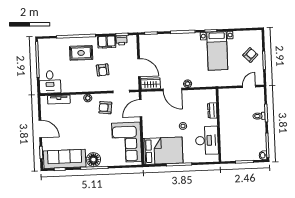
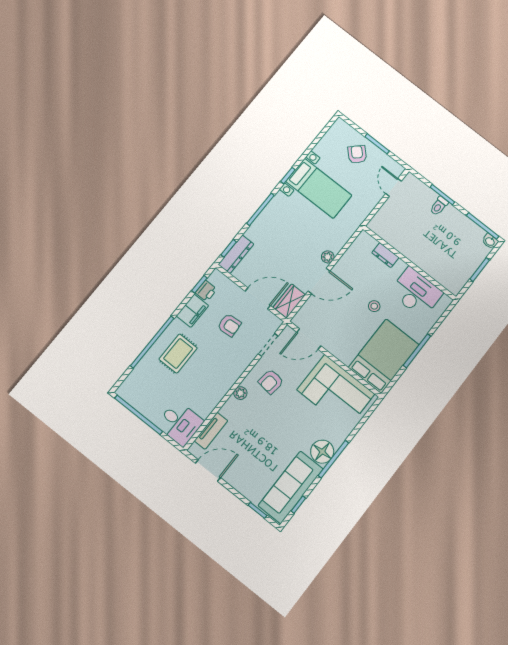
dresser: (151, 39) -> (236, 254), added
armchair: (103, 70) -> (229, 325), moved
door: (141, 108) -> (309, 339), hinge flipped
door: (40, 129) -> (208, 470), moved

